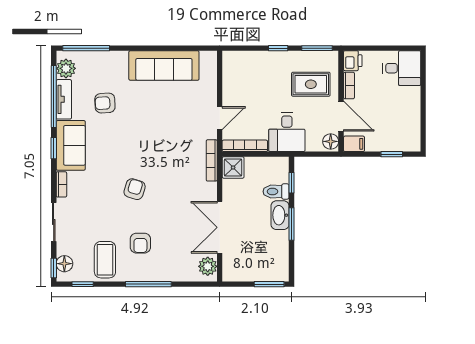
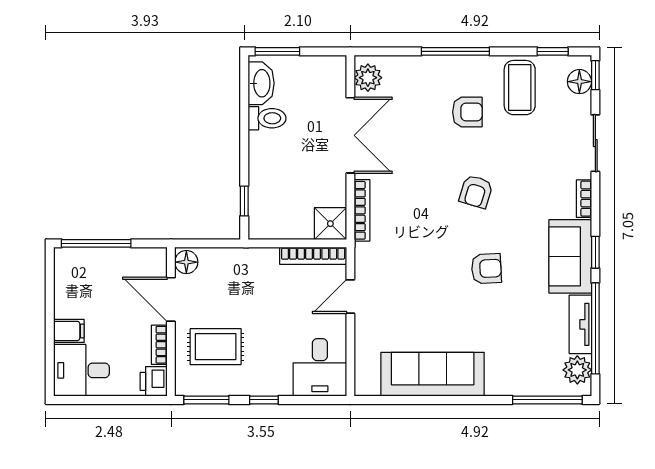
armchair: (105, 103) -> (486, 269), moved
desk: (287, 132) -> (320, 367), moved, turned 180
filing cabinet: (354, 144) -> (69, 331), moved, turned 180
window: (392, 154) -> (96, 243), width x2.17
bookcase: (212, 160) -> (362, 210), moved
toilet: (276, 192) -> (267, 118), moved
washbasin: (280, 215) -> (261, 83), moved
window: (291, 224) -> (244, 140), removed
armchair: (140, 243) -> (467, 112), turned 90

